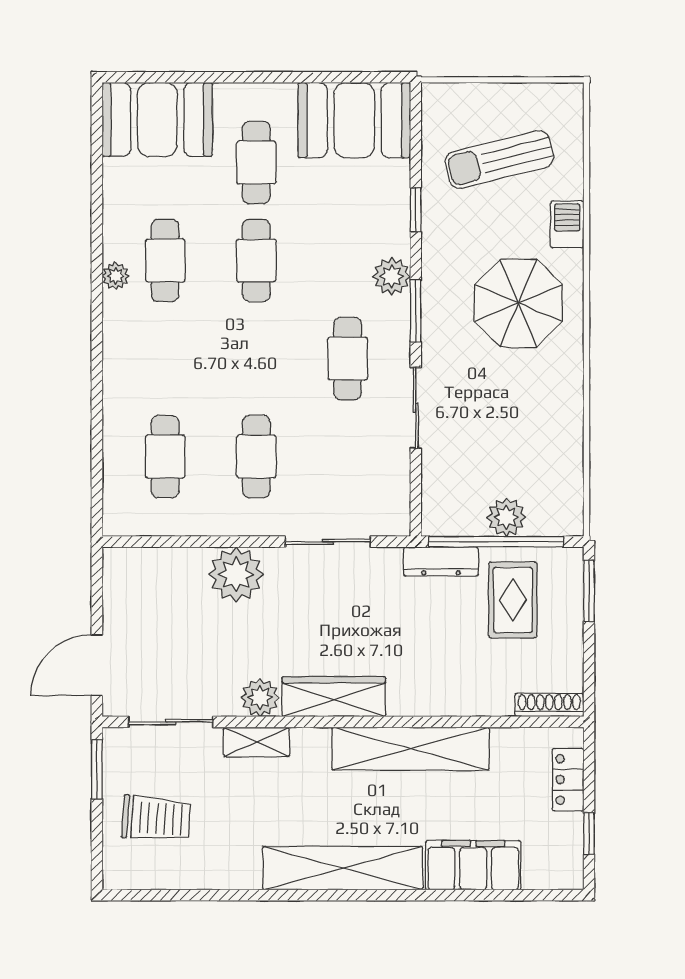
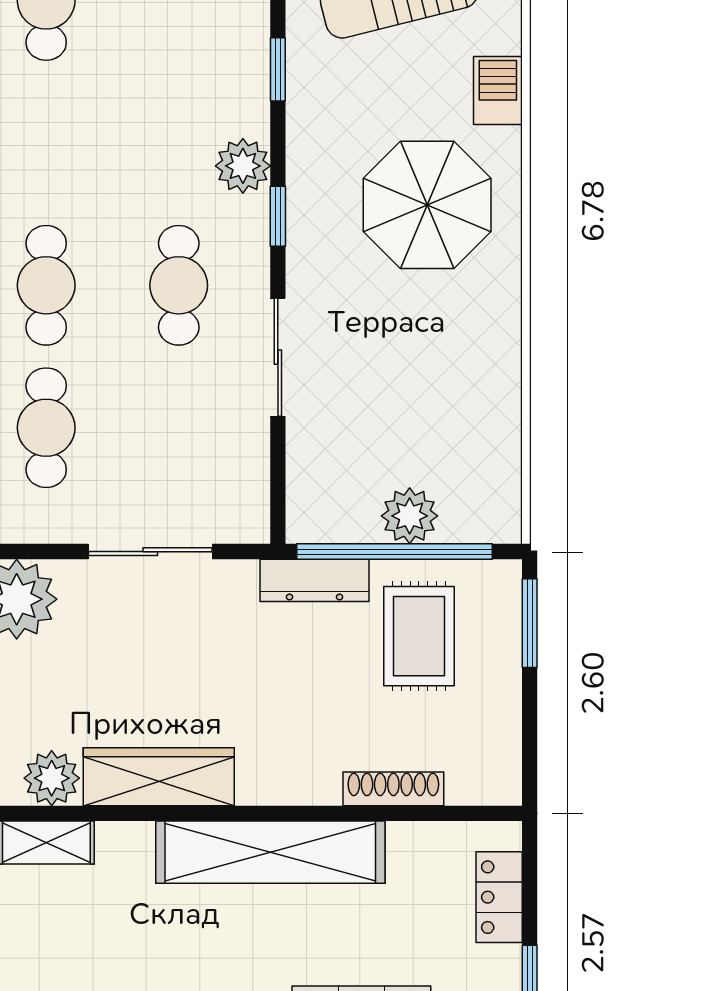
cafe table: (256, 260) -> (46, 285), moved
window: (416, 311) -> (278, 216), width x0.67
shoe rack: (549, 705) -> (393, 789), moved

